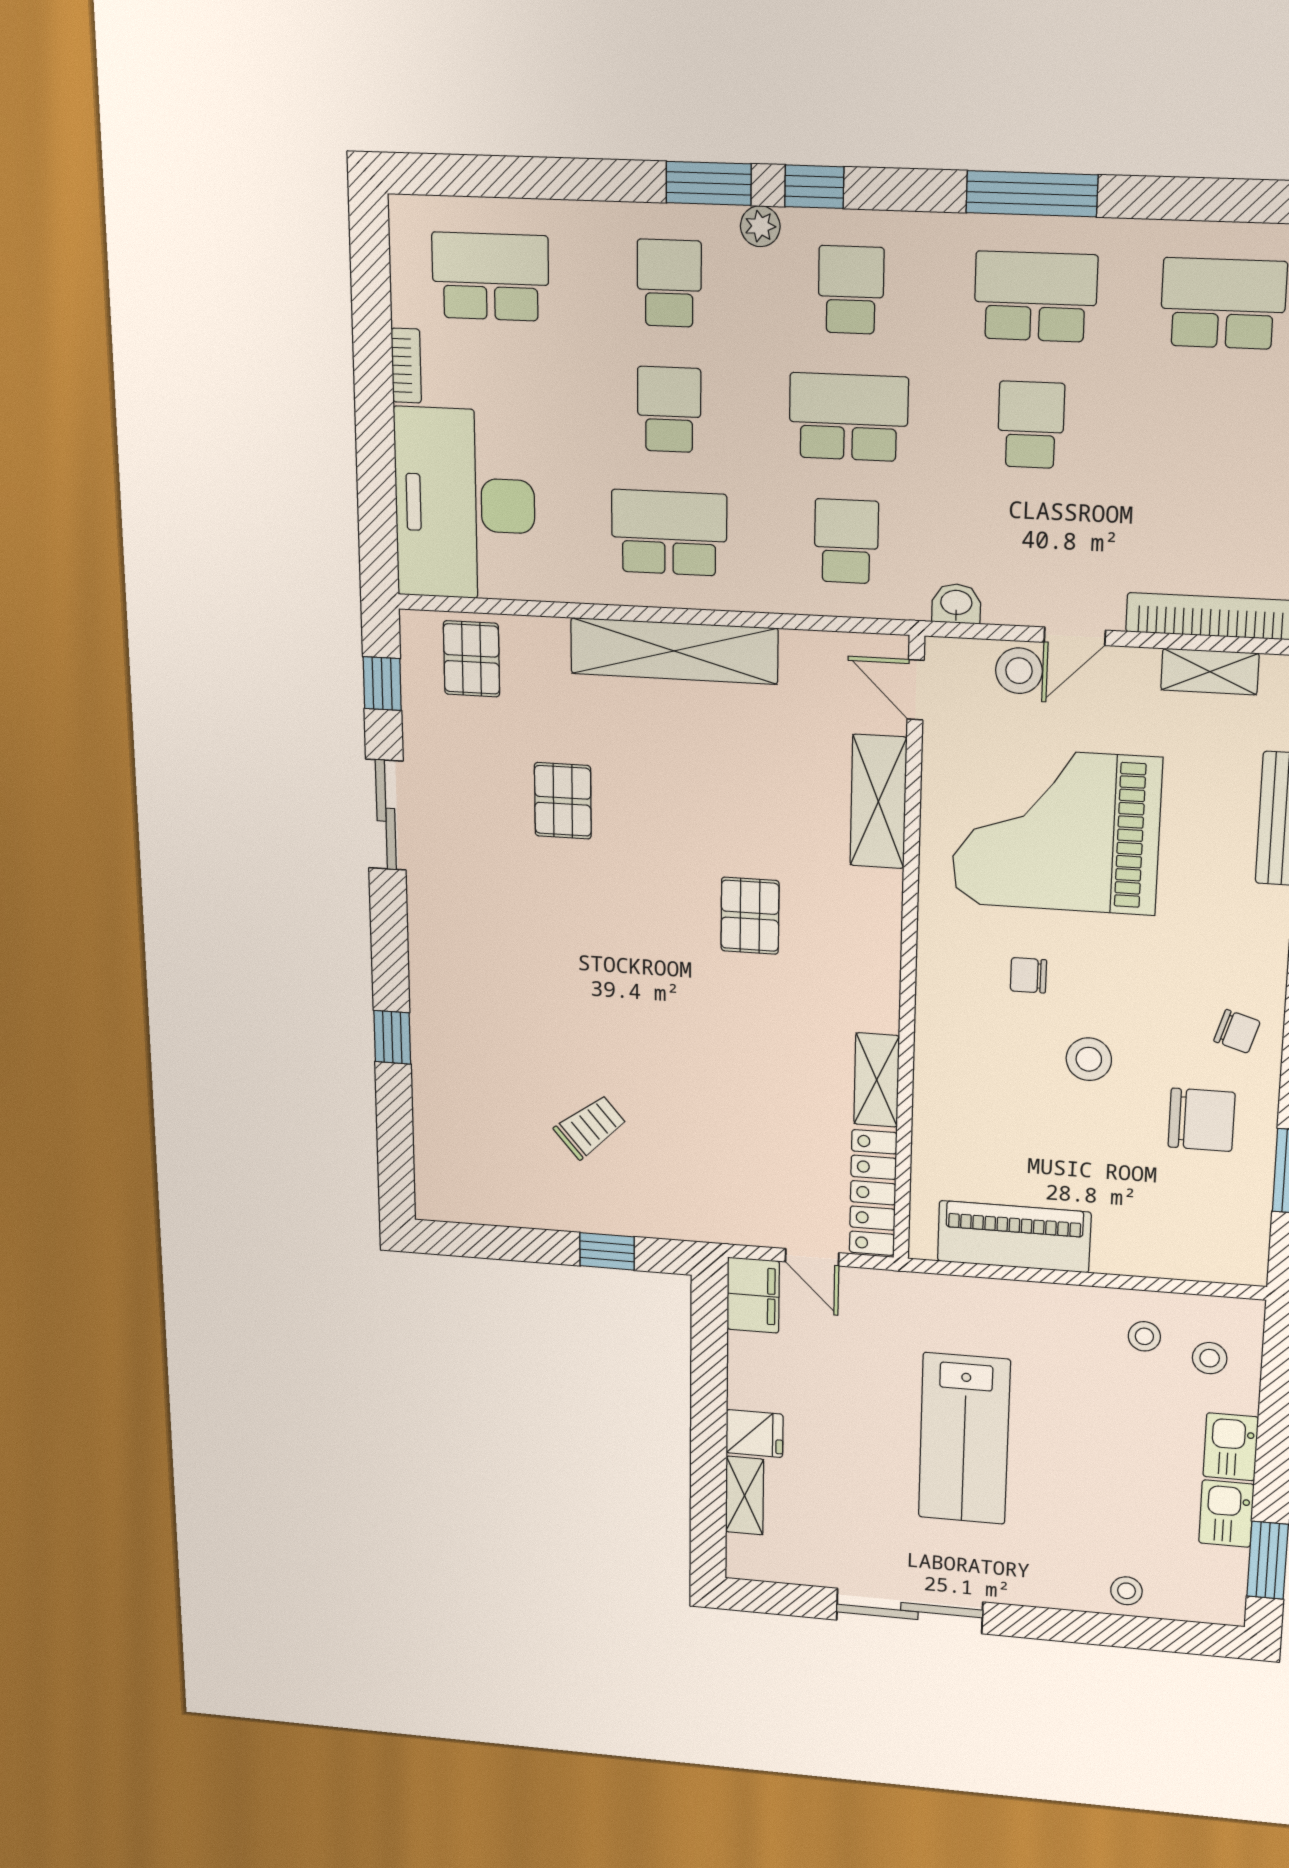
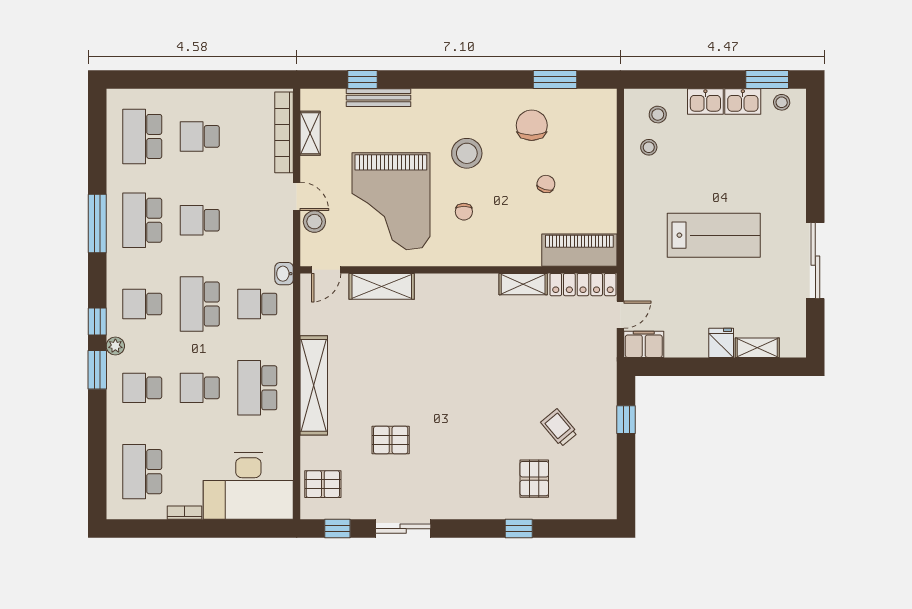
school desk: (1216, 433) -> (200, 136), added
washbasin: (956, 604) -> (284, 274), moved
pallet: (750, 916) -> (534, 479), moved, turned 90
chair: (1237, 1031) -> (546, 184), moved
stool: (1089, 1059) -> (467, 153), moved, width x1.38, depth x1.38
piano: (1014, 1237) -> (579, 250), moved, turned 90
stool: (1126, 1591) -> (782, 102), moved

